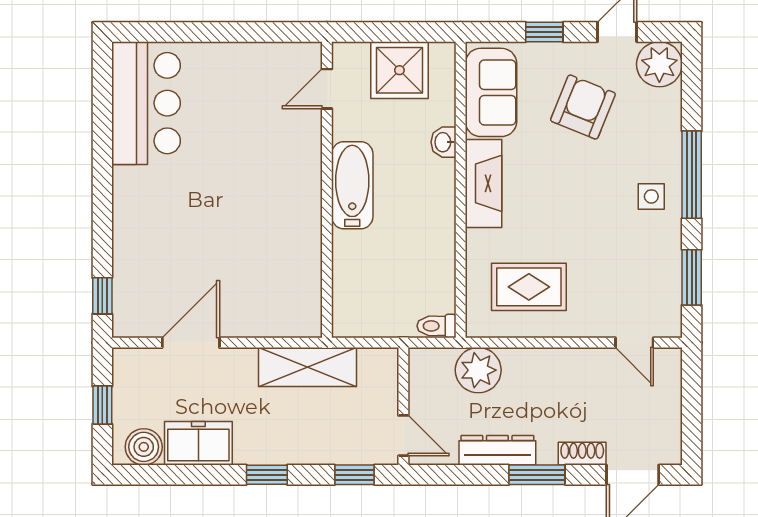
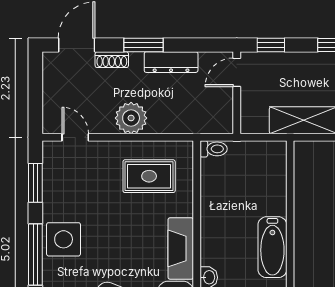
side table: (651, 196) -> (64, 239), width x1.87, depth x1.87
plant: (478, 370) -> (131, 118), moved
door: (403, 436) -> (237, 72), hinge flipped

